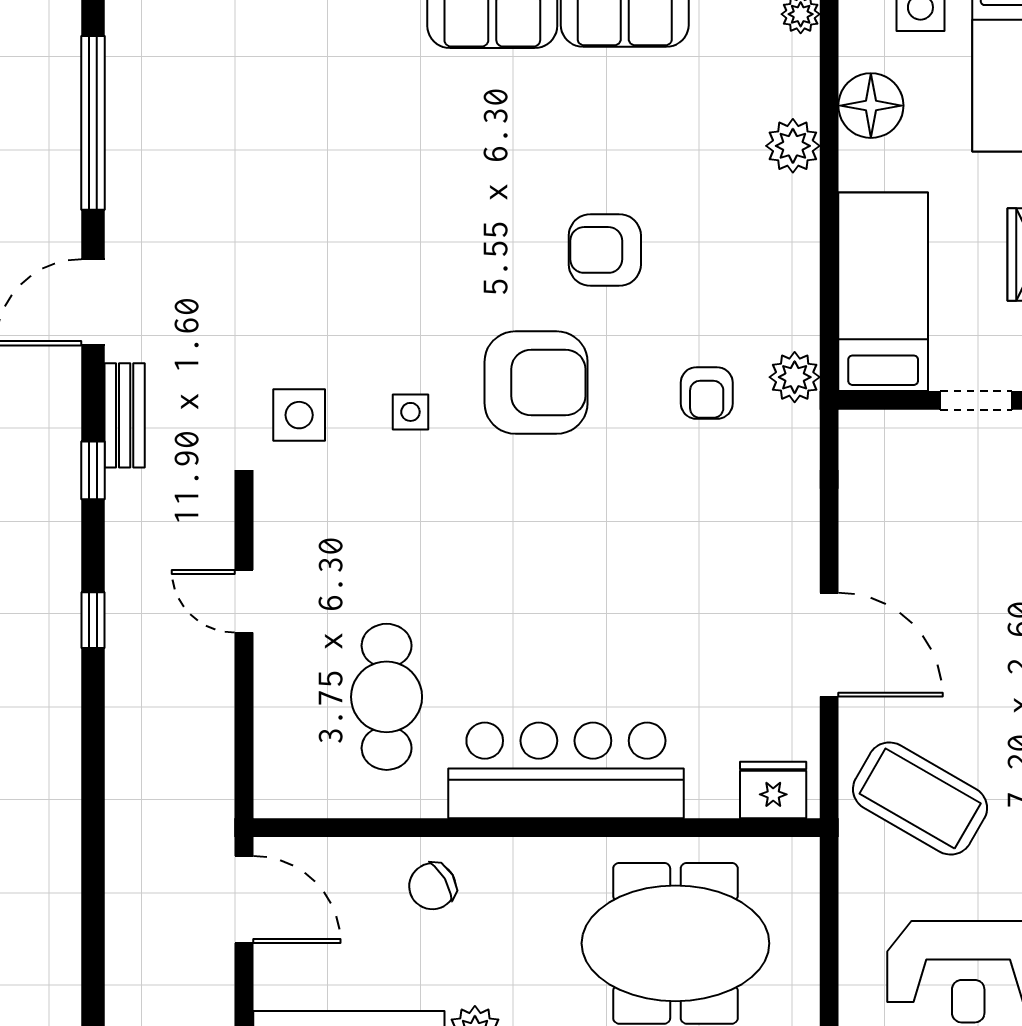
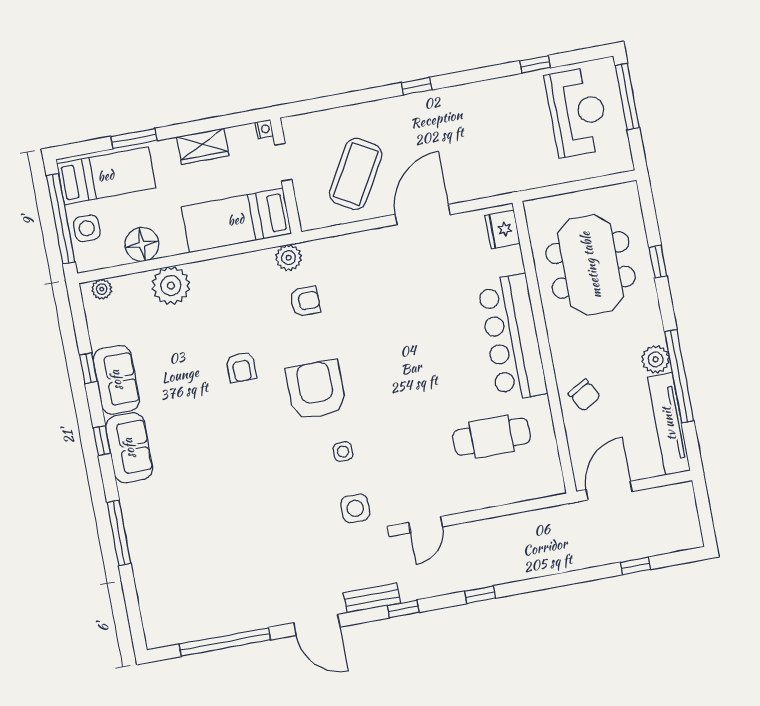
plant: (793, 146) -> (171, 286), width x1.36, depth x1.36
armchair: (605, 250) -> (241, 367), width x0.72, depth x0.72
door: (244, 601) -> (426, 525), moved
coffee table: (920, 799) -> (356, 174), moved
window: (93, 923) -> (635, 566), added

